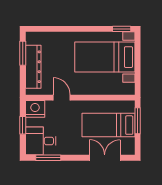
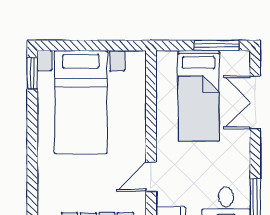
window: (138, 121) -> (217, 45), moved

